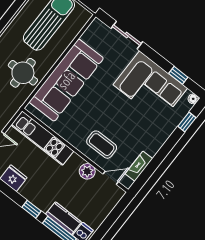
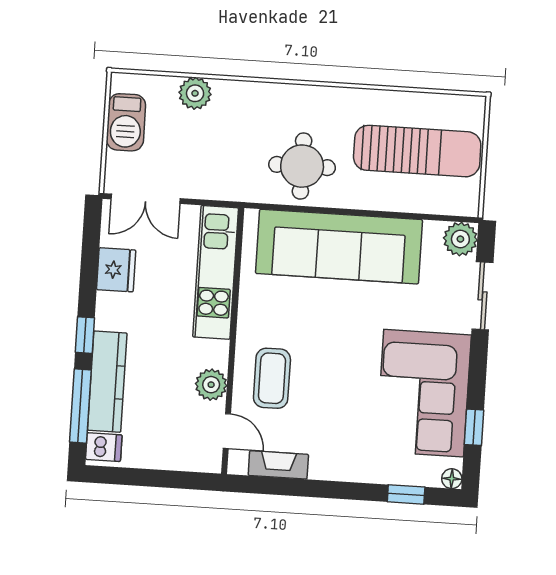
plant: (97, 28) -> (460, 239), added
kitchen counter: (63, 218) -> (107, 382), width x1.50

